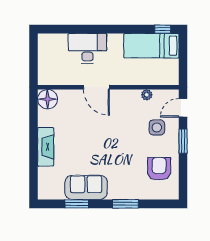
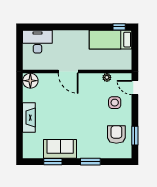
desk: (87, 48) -> (37, 42), moved
door: (183, 108) -> (135, 88), hinge flipped
window: (183, 141) -> (135, 136), moved

